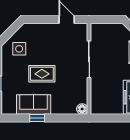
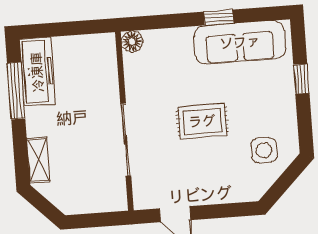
rug: (42, 74) -> (202, 121), moved
sofa: (34, 105) -> (240, 42), width x1.36

